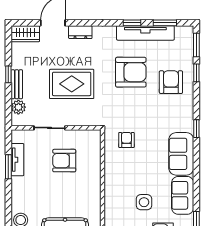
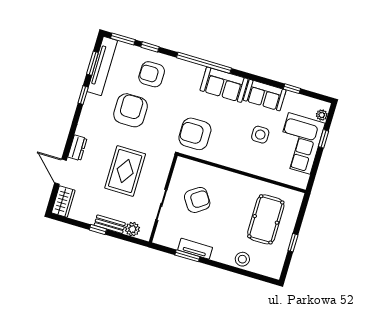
tv unit: (145, 33) -> (102, 66), moved
window: (196, 129) -> (204, 63), width x3.17
armchair: (126, 140) -> (195, 134), width x1.88, depth x1.88
tv unit: (17, 160) -> (195, 249), moved
armchair: (64, 161) -> (197, 200), turned -124

